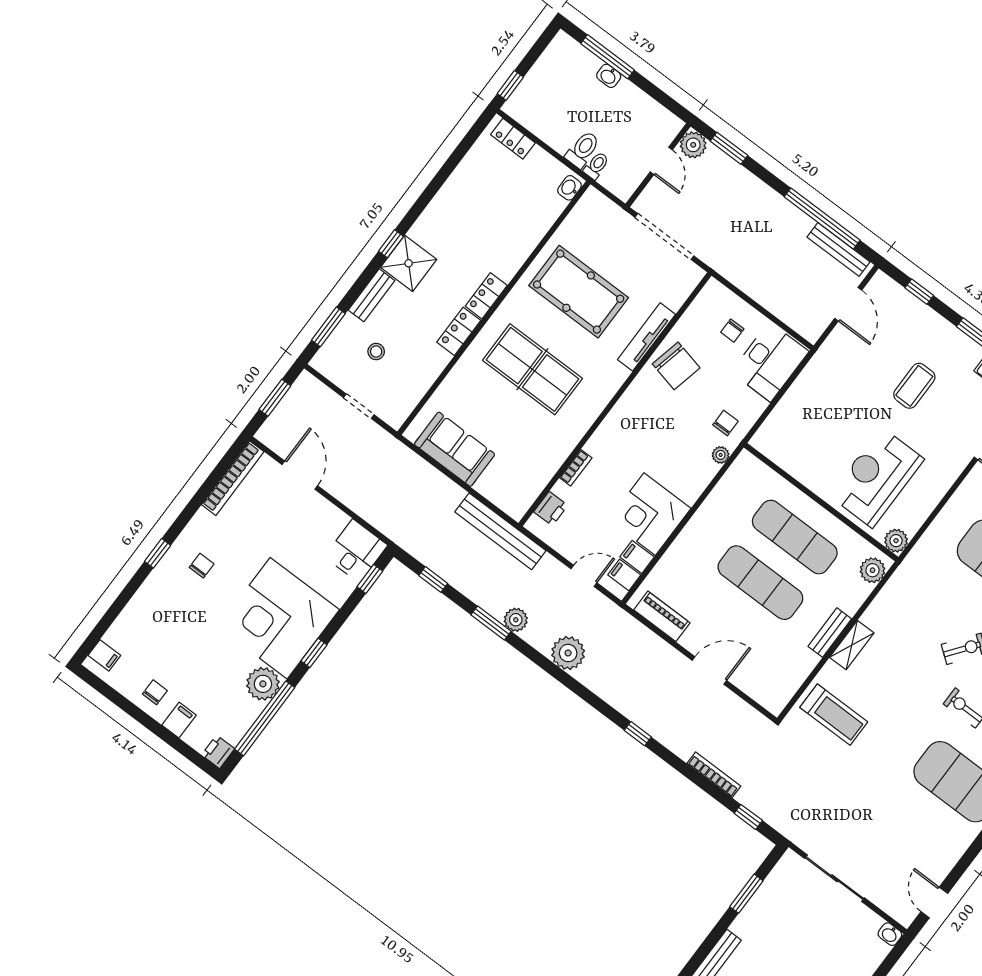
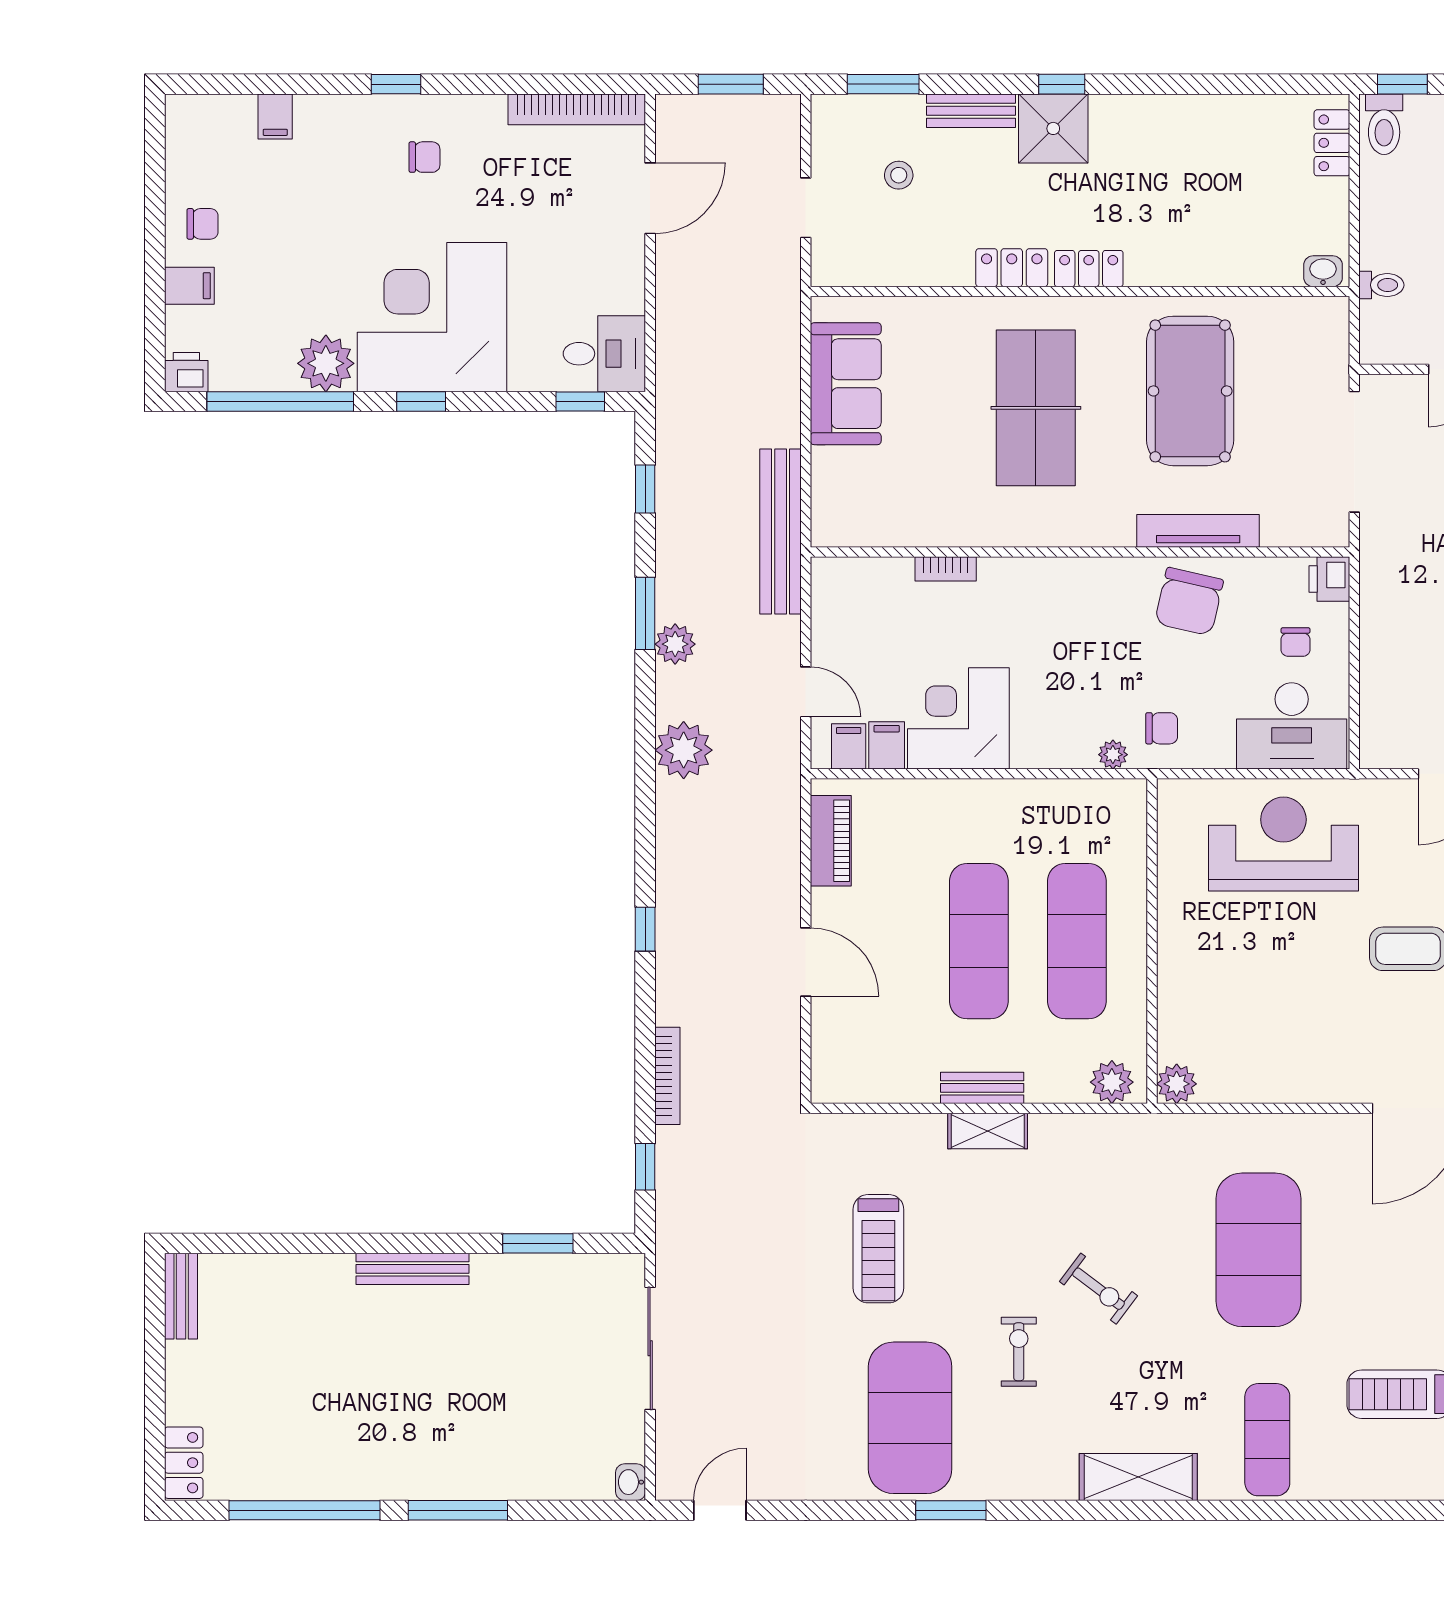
toilet: (583, 149) -> (1384, 124), moved, turned 90
chair: (732, 331) -> (1296, 642), turned -90
reception desk: (877, 477) -> (1283, 844), moved
printer: (551, 509) -> (1329, 579), moved, turned 90
filing cabinet: (104, 655) -> (275, 116), moved
treadmill: (834, 715) -> (878, 1249), moved

